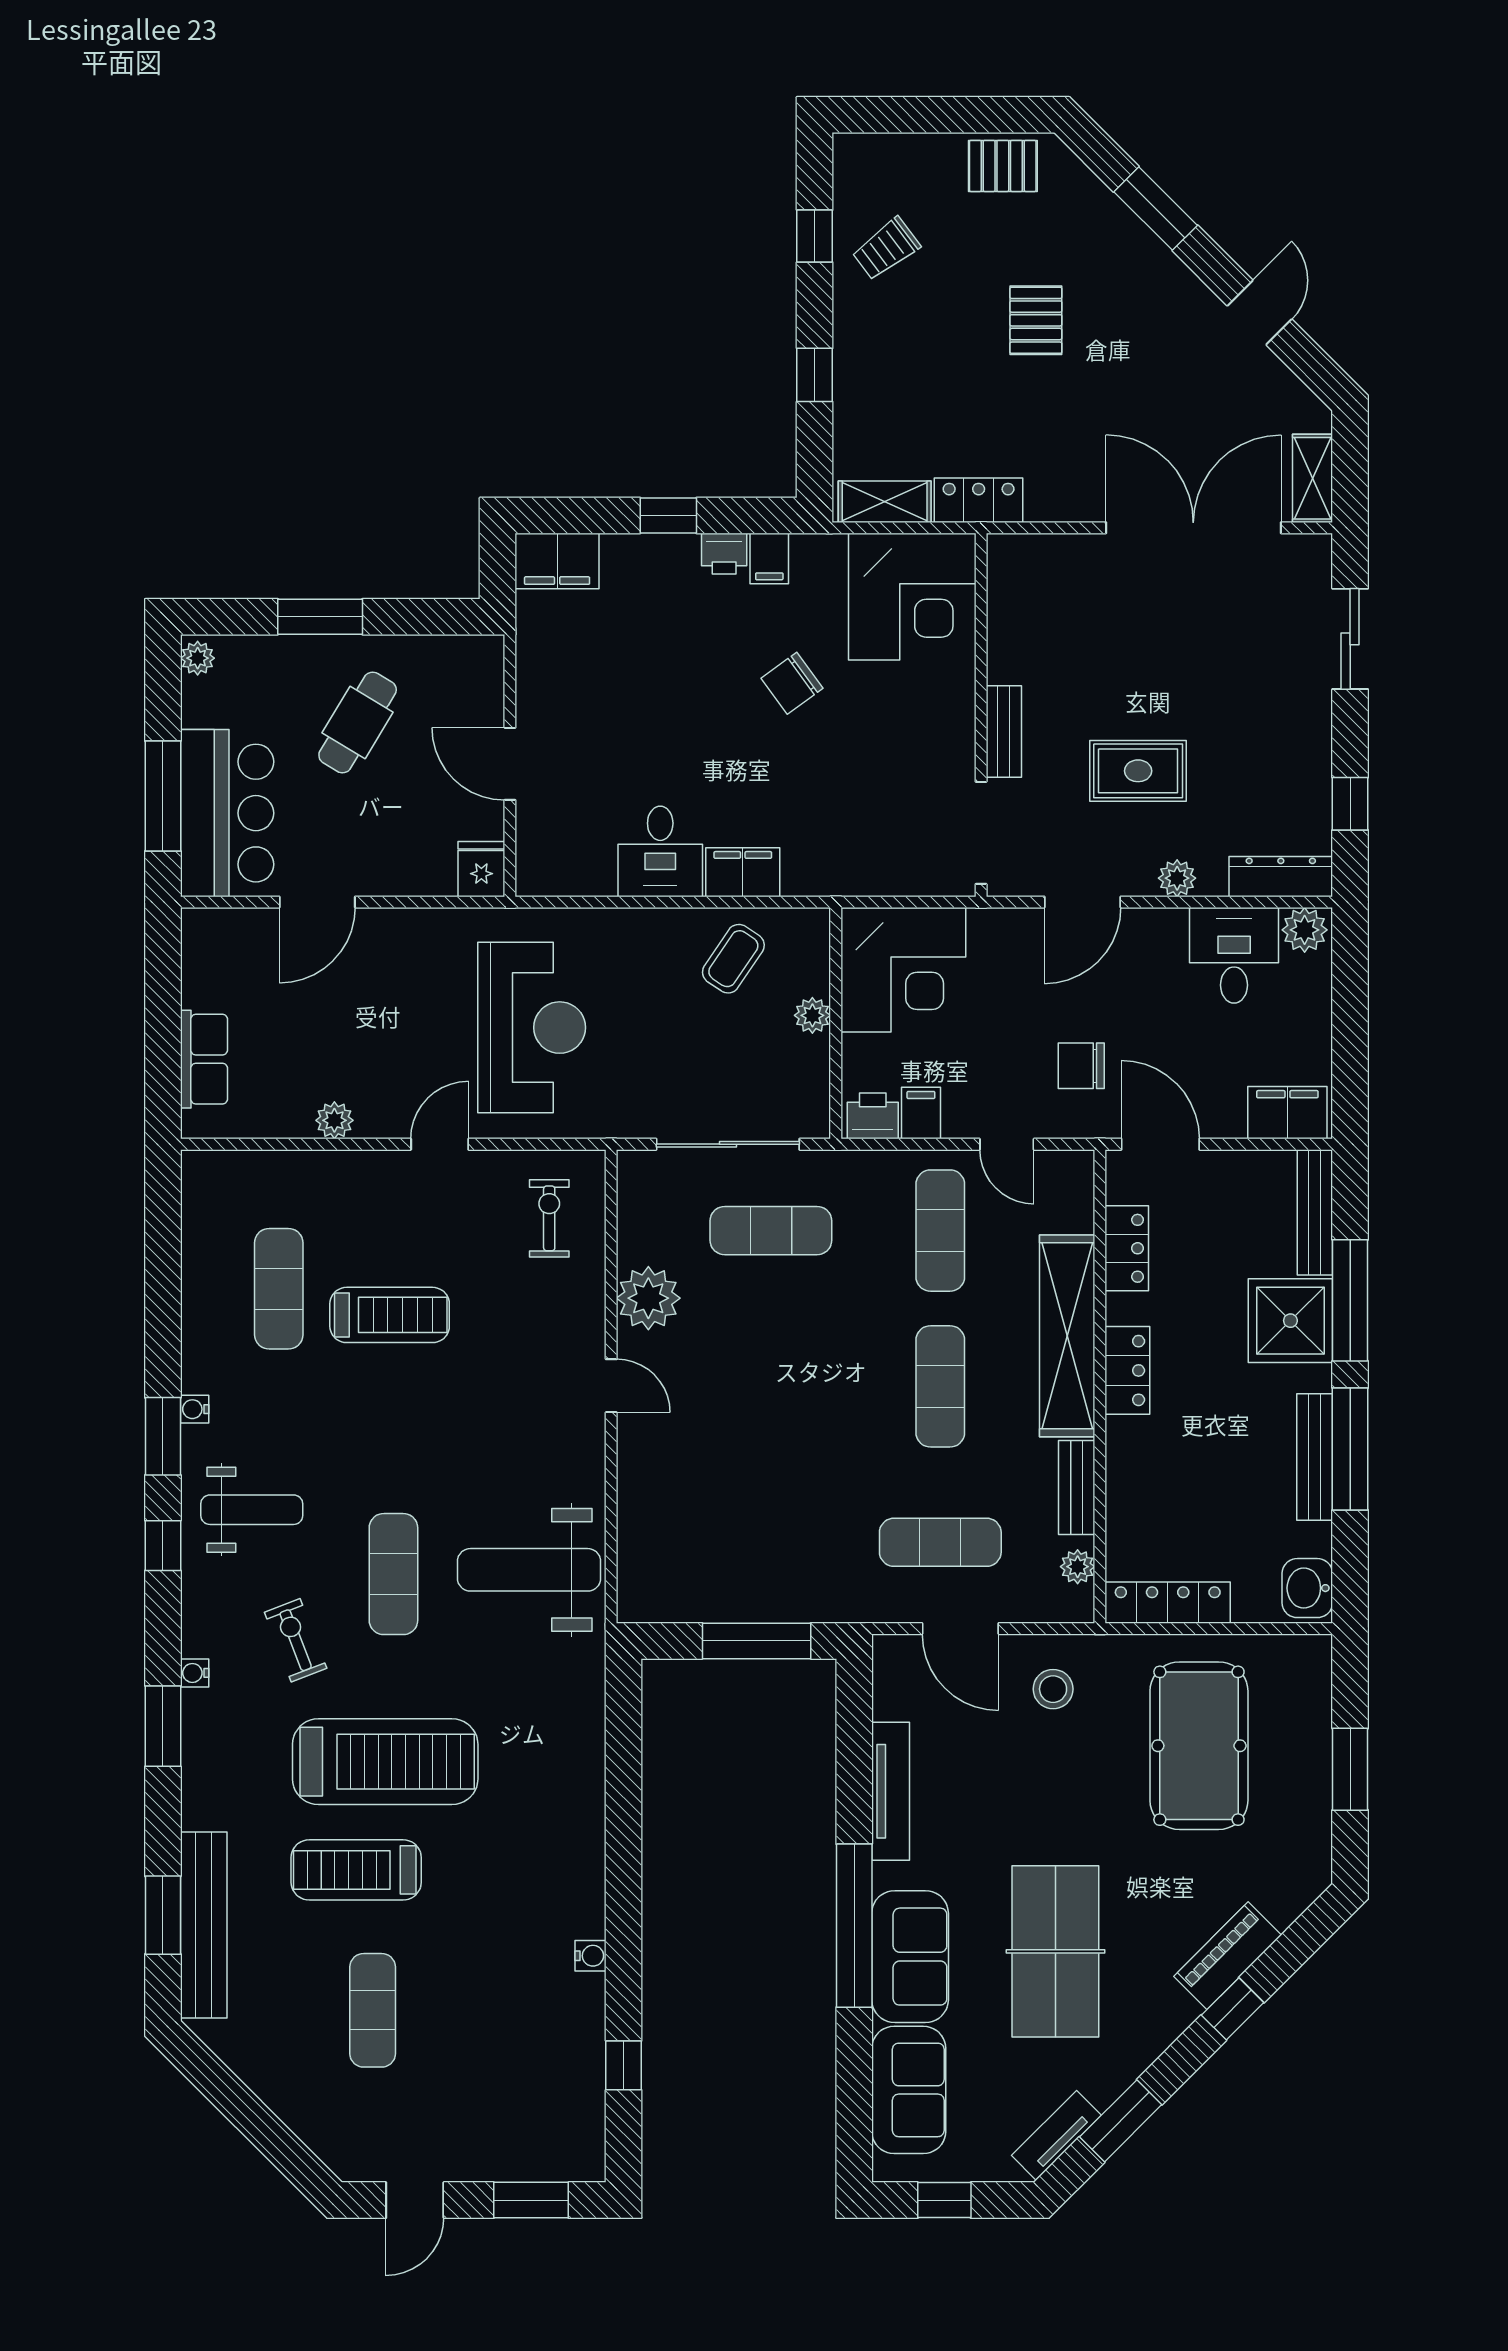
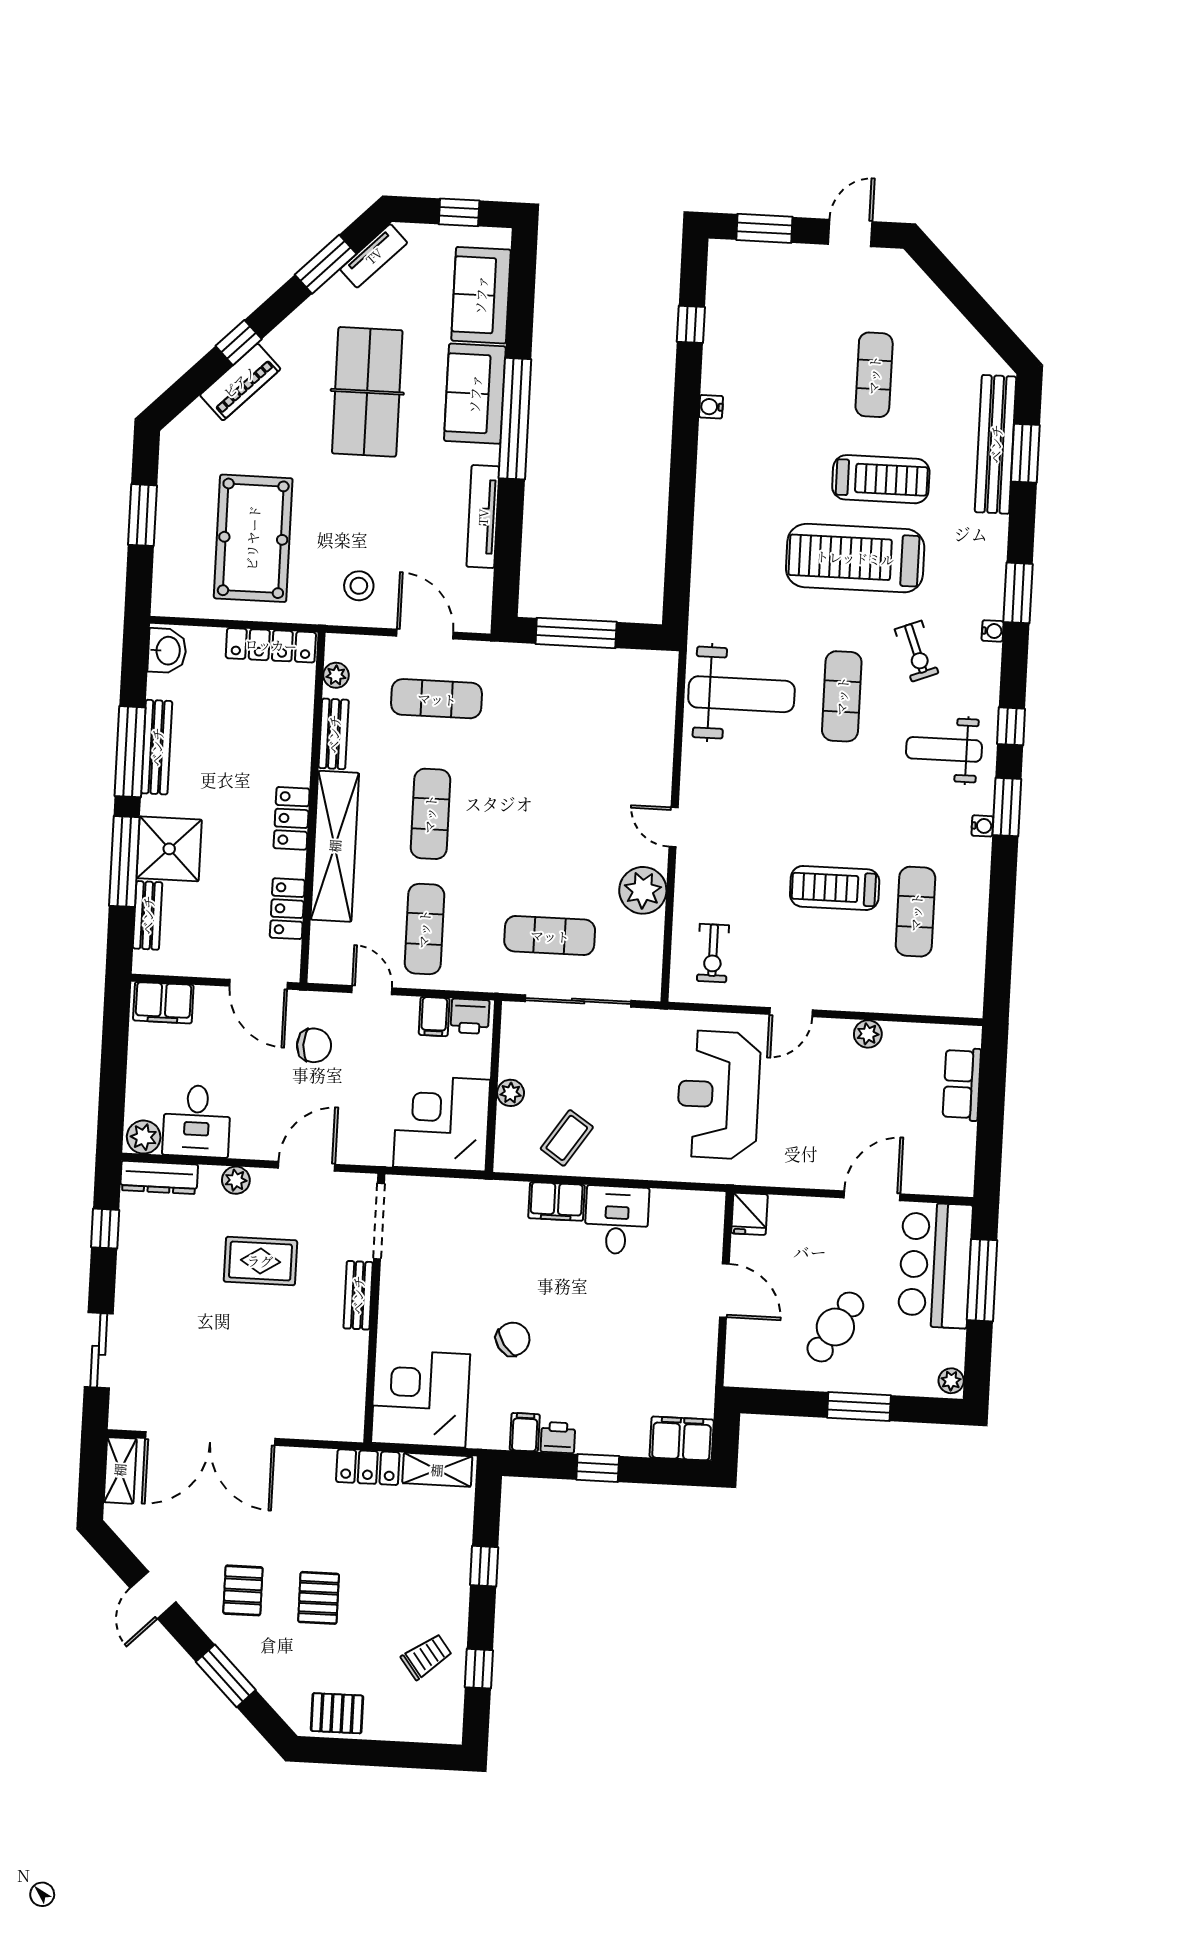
pallet: (1138, 325) -> (243, 1590), added
bench: (1315, 1213) -> (148, 915), width x0.73

